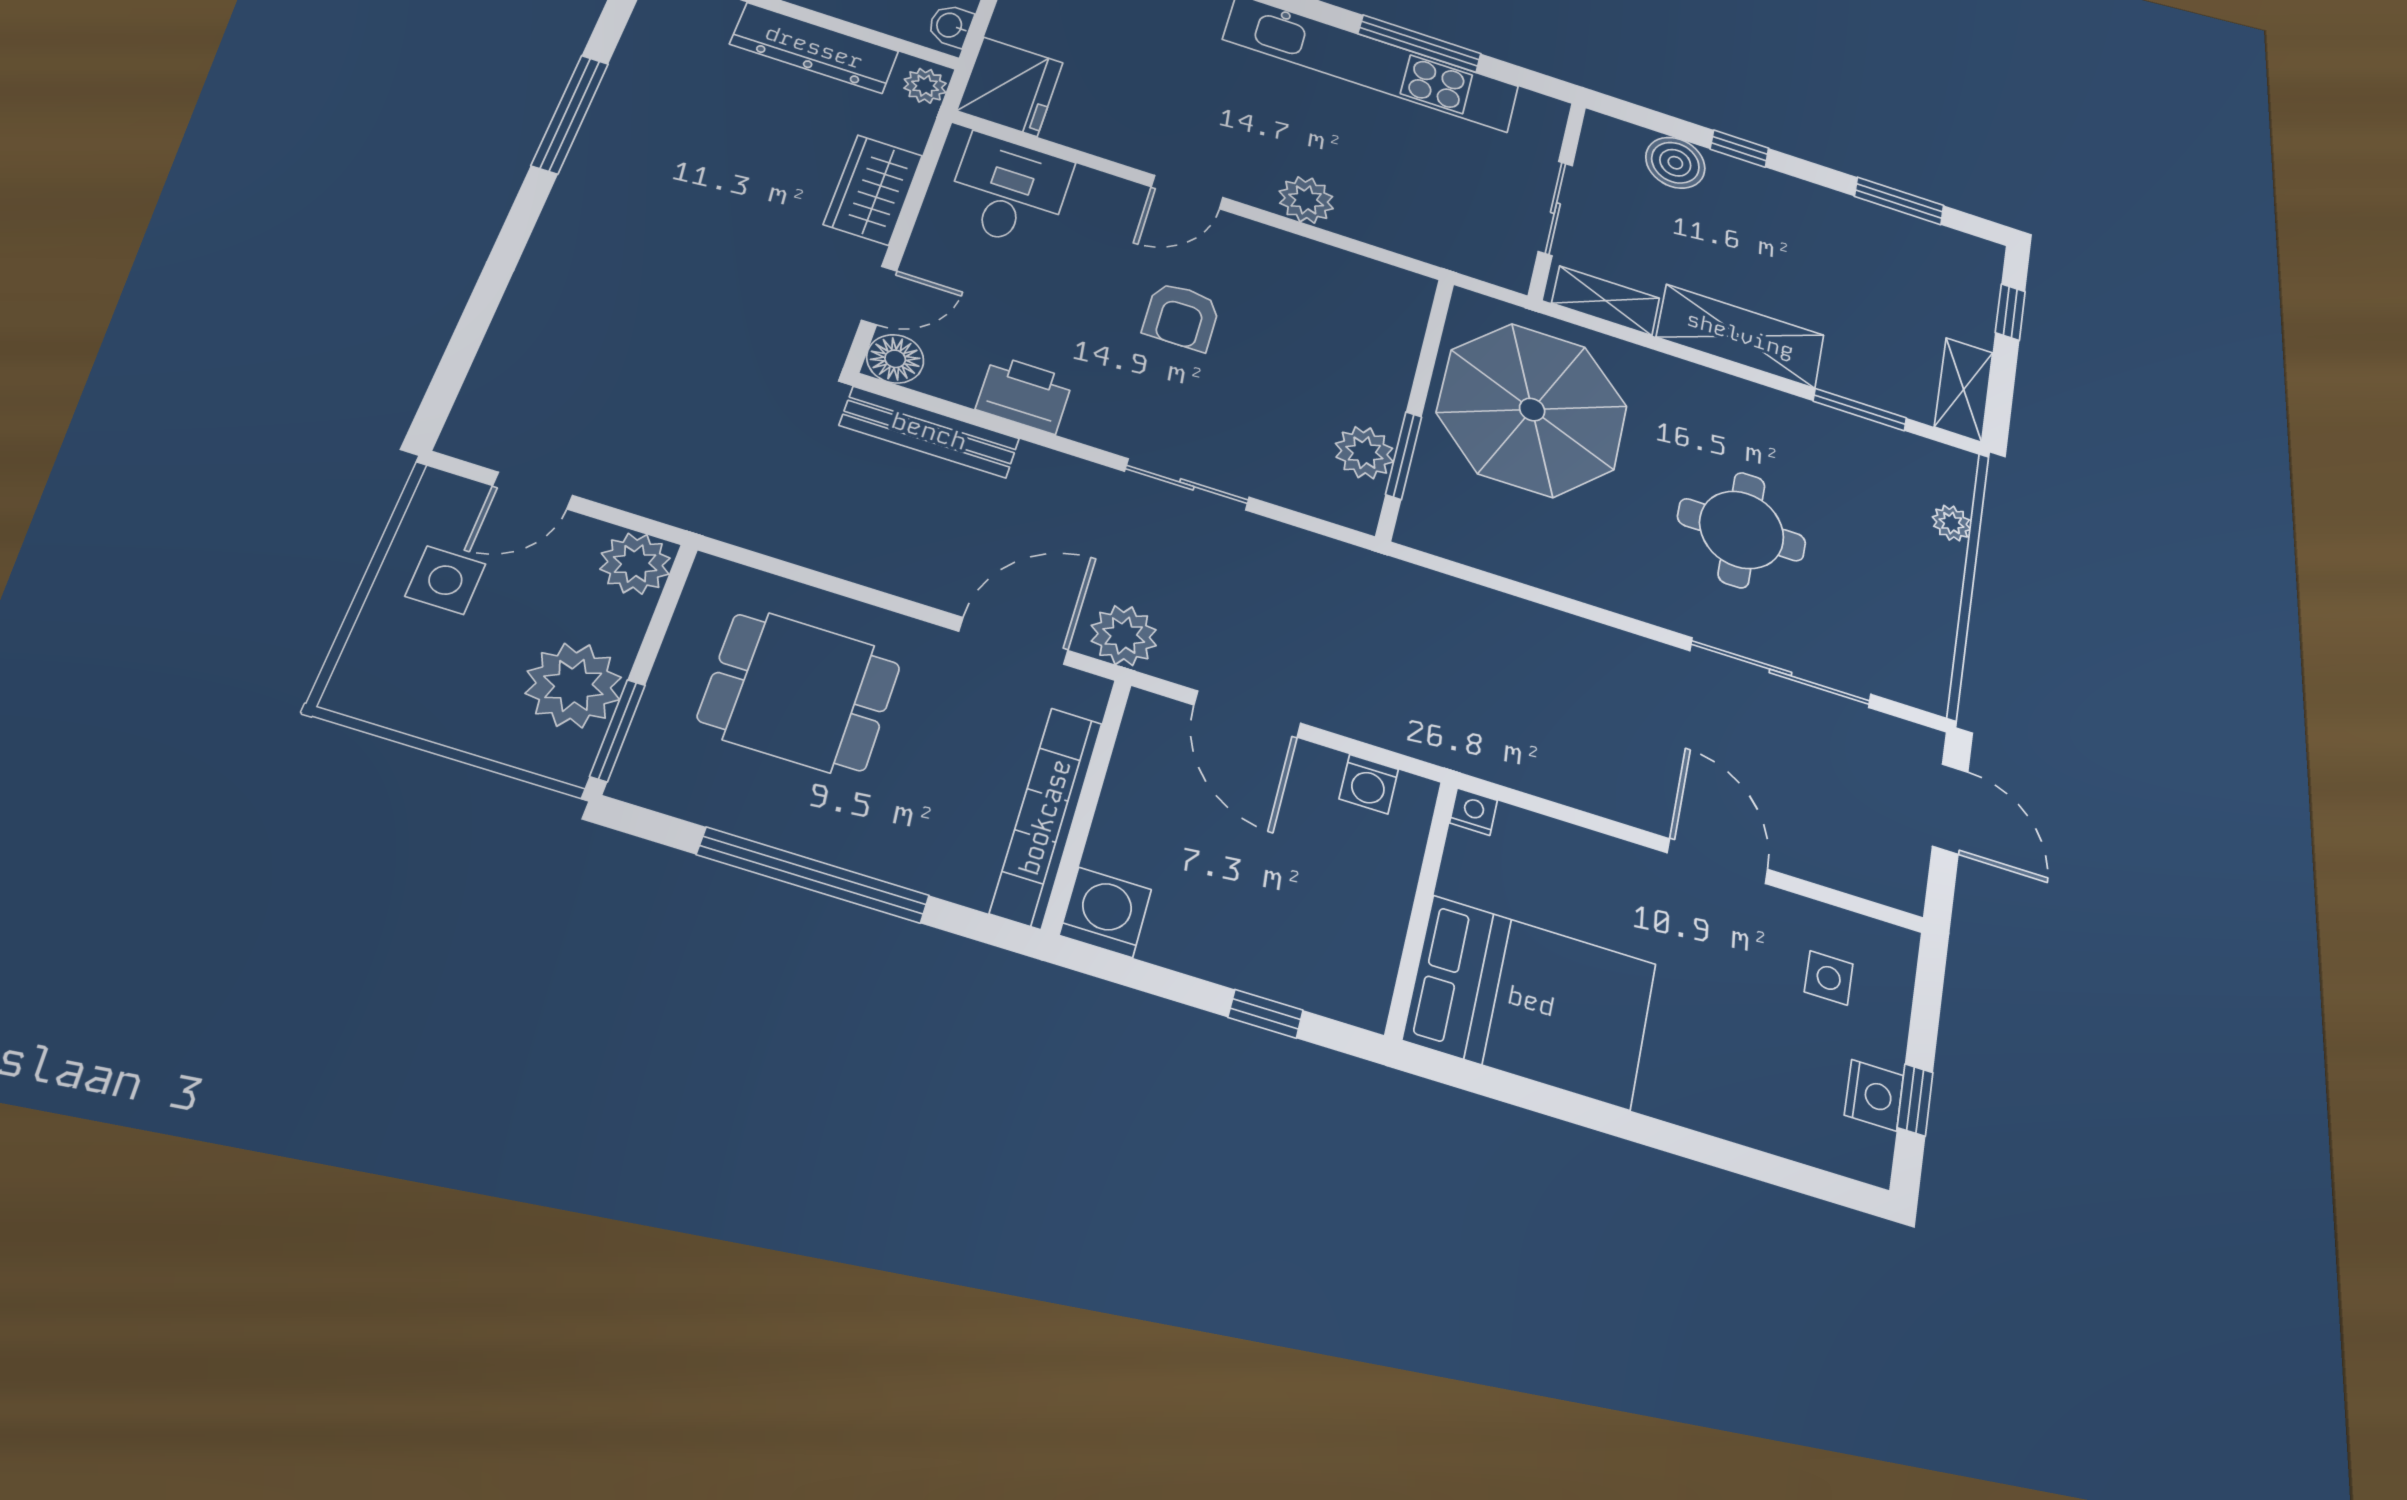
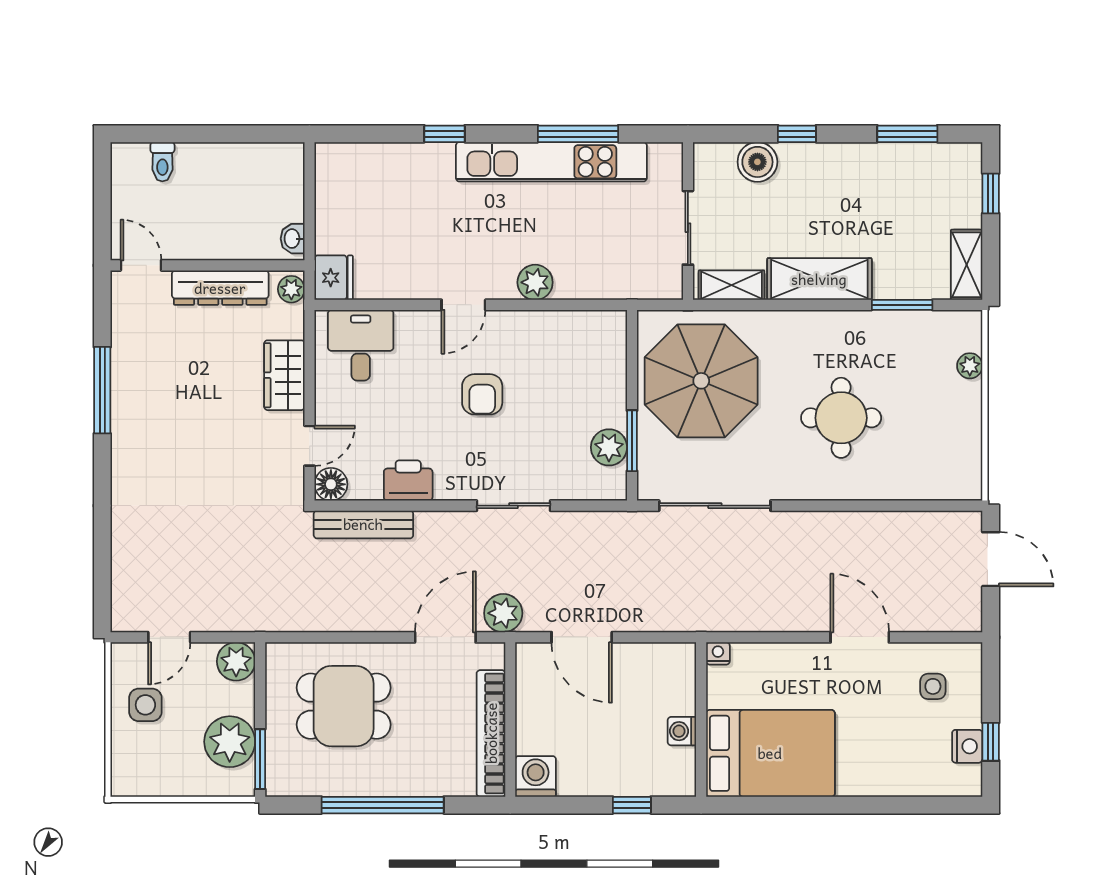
fridge: (1010, 87) -> (334, 278), width x0.73, depth x0.75
sliding door: (1780, 673) -> (715, 506), moved
washing machine: (1369, 784) -> (682, 731), moved, turned 90

